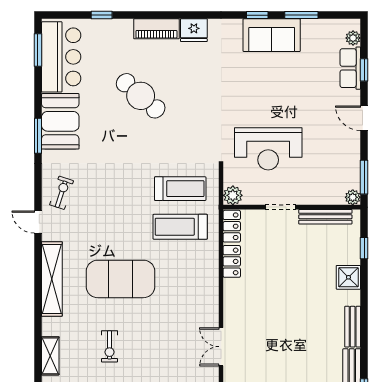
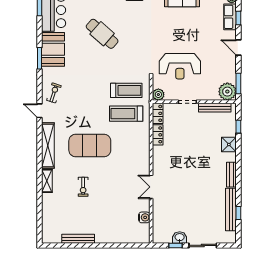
plant: (353, 197) -> (227, 92), width x1.88, depth x1.88
shelving: (50, 356) -> (47, 181), moved

